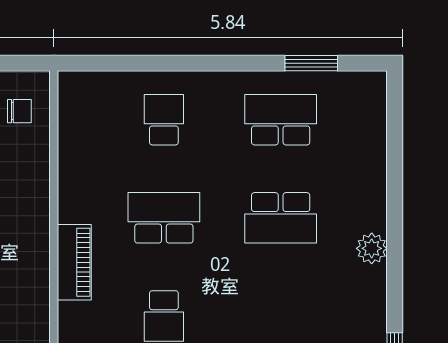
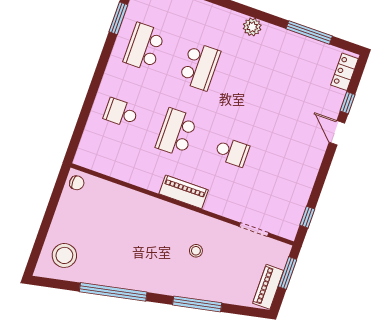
chair: (19, 111) -> (77, 183), moved, turned 90
plant: (372, 248) -> (252, 27), moved

